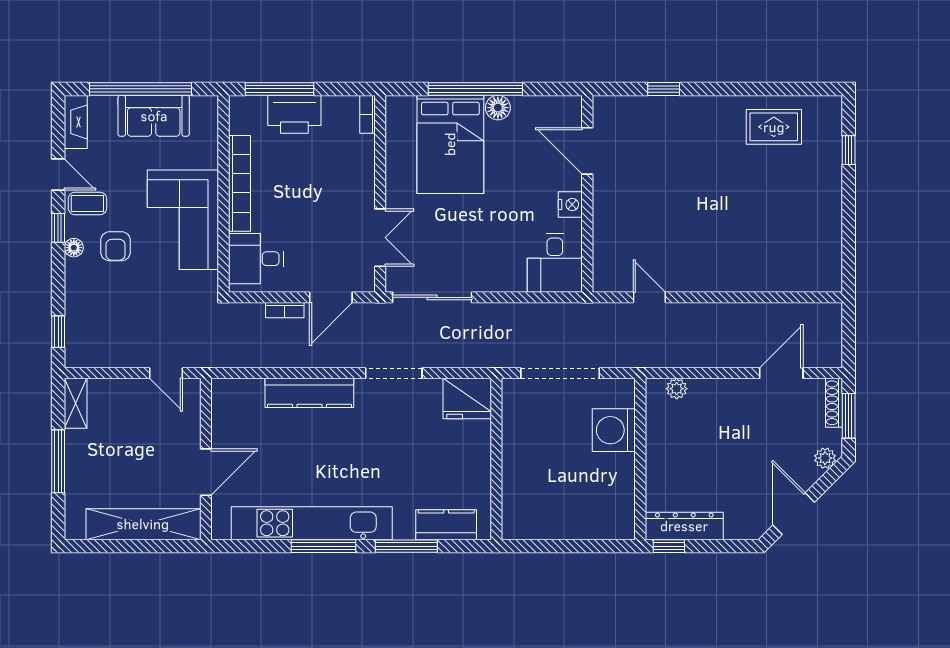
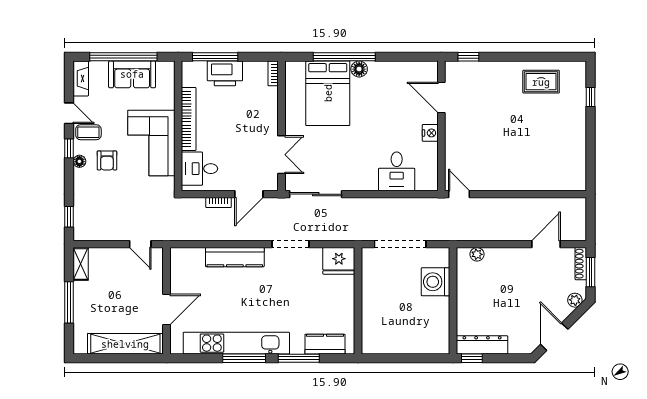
door: (587, 151) -> (441, 98), moved
wall: (587, 194) -> (441, 126), moved
nightstand: (570, 205) -> (430, 133), moved

